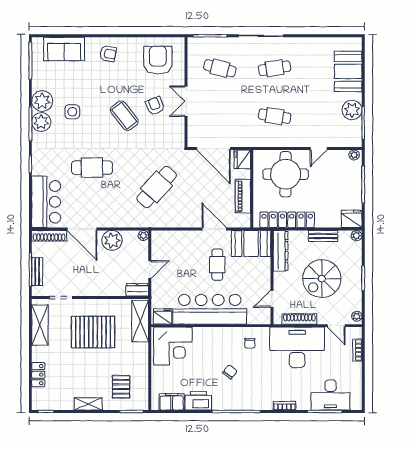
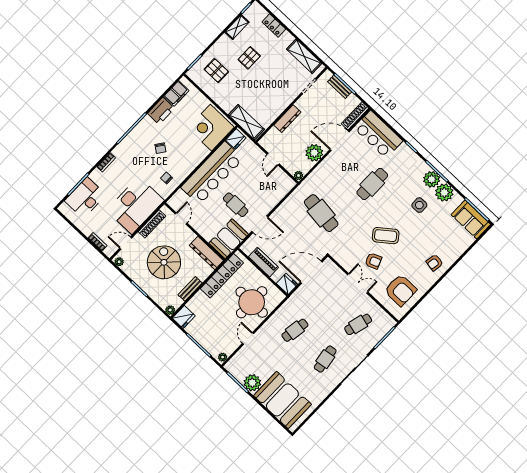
sofa: (64, 49) -> (471, 220), moved, turned -90
booth: (348, 71) -> (282, 400), width x1.36, depth x1.42
cafe table: (157, 187) -> (321, 213), turned -35
dresser: (137, 290) -> (287, 119), moved, width x1.44
pallet: (93, 332) -> (249, 58), moved, width x0.49, depth x0.50
shelving: (88, 404) -> (237, 27), moved

